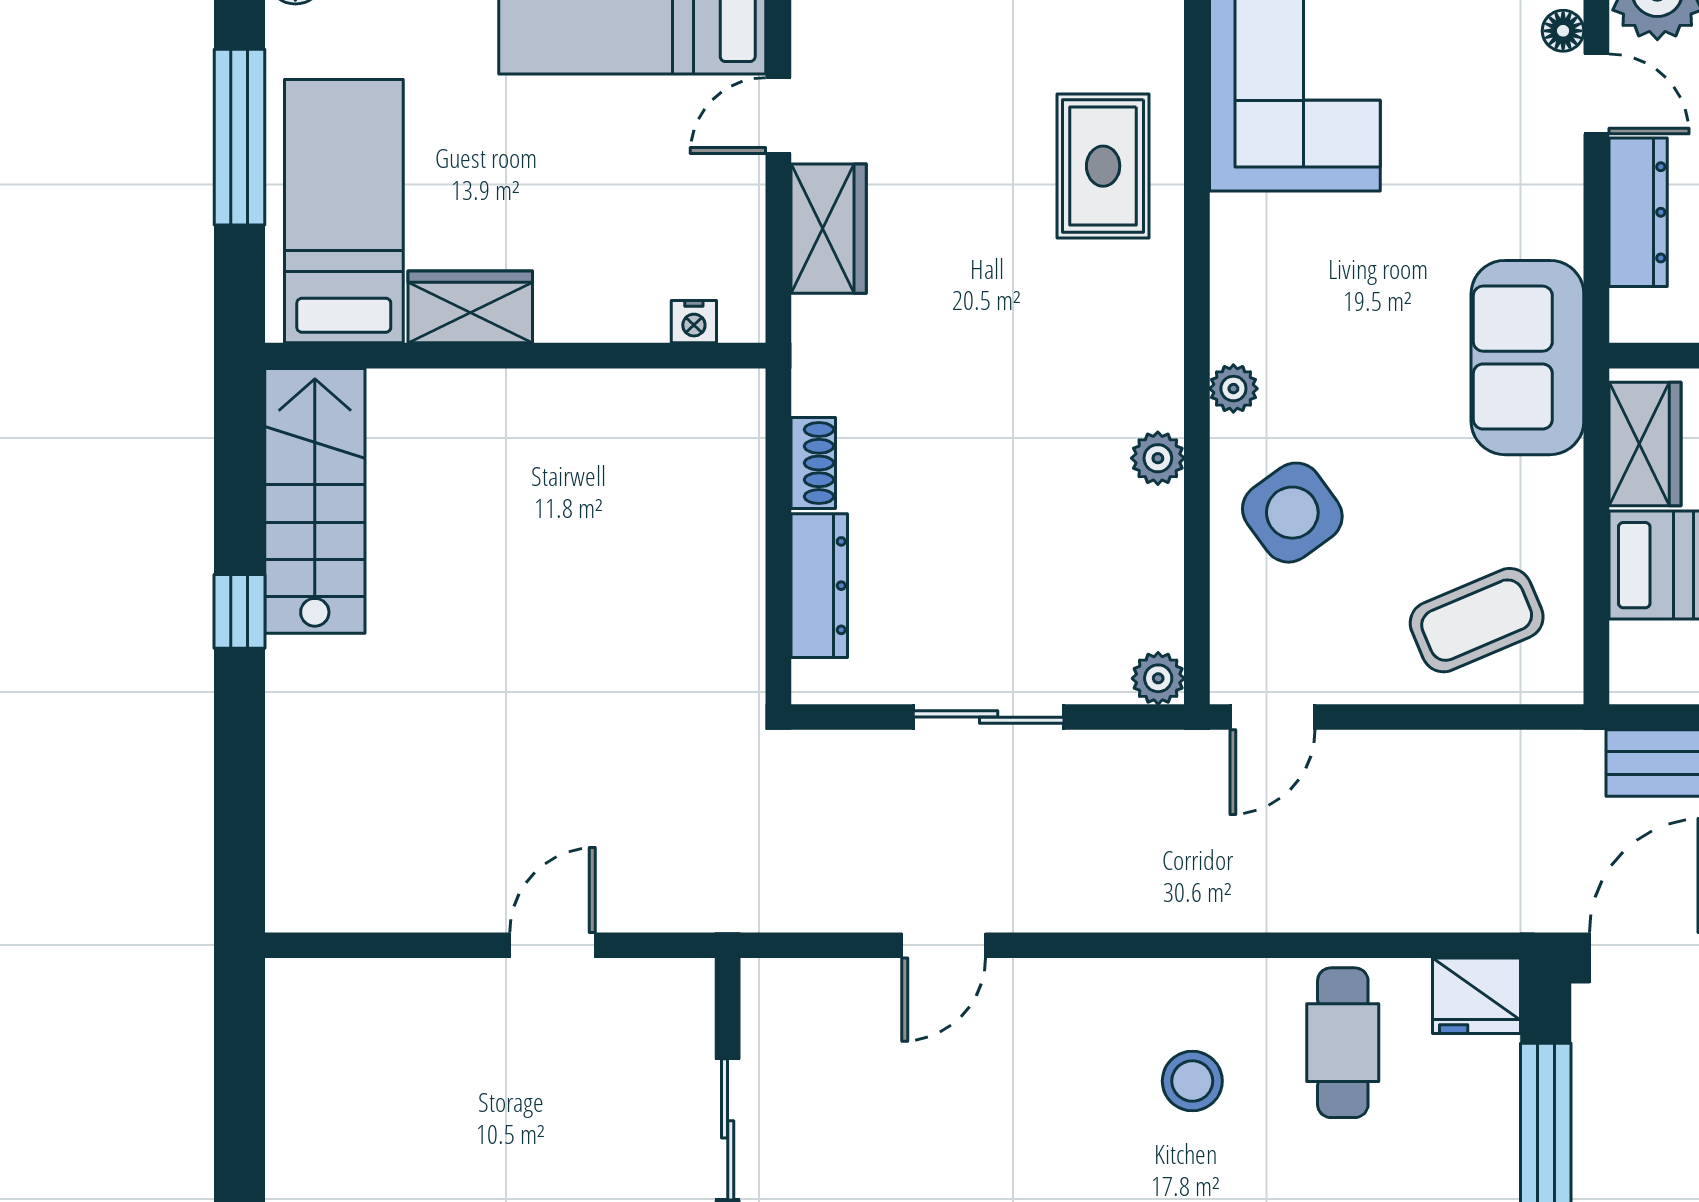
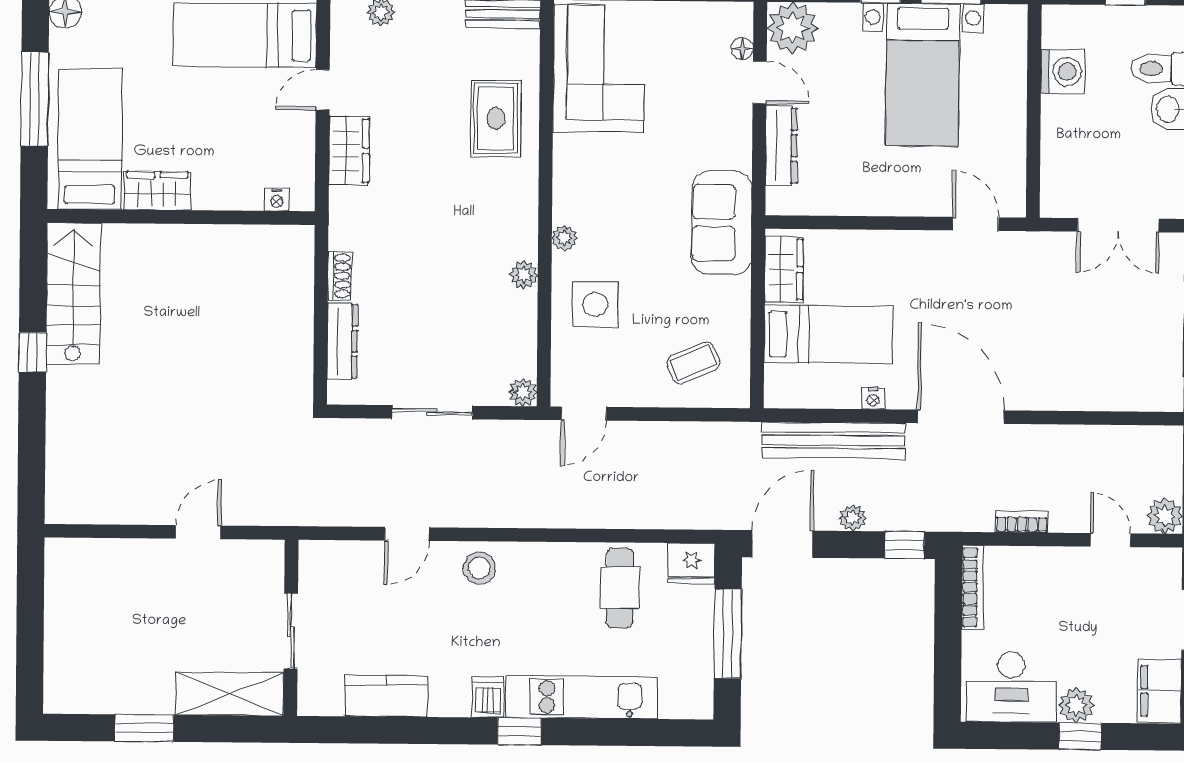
side table: (1292, 513) -> (595, 304), turned 36
coffee table: (1477, 620) -> (693, 363), width x0.73, depth x0.77
stool: (1192, 1081) -> (479, 568), moved

